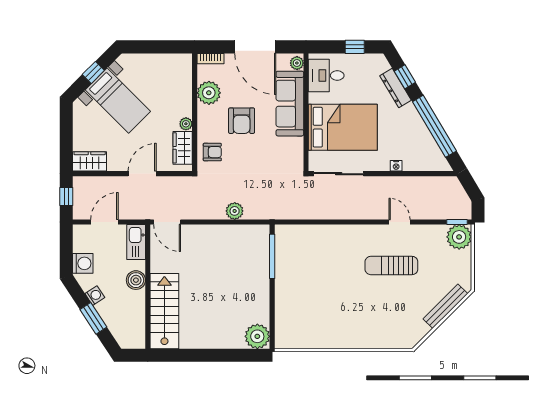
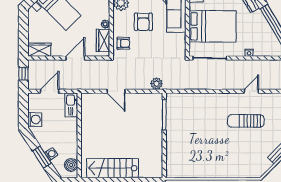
plant: (235, 211) -> (156, 84), moved
door: (167, 222) -> (116, 91), moved
door: (400, 222) -> (251, 91), hinge flipped
boiler: (136, 280) -> (71, 165), moved
washing machine: (95, 296) -> (51, 154), moved
stairs: (164, 311) -> (113, 168), moved, turned -90
plant: (257, 336) -> (154, 169), removed

